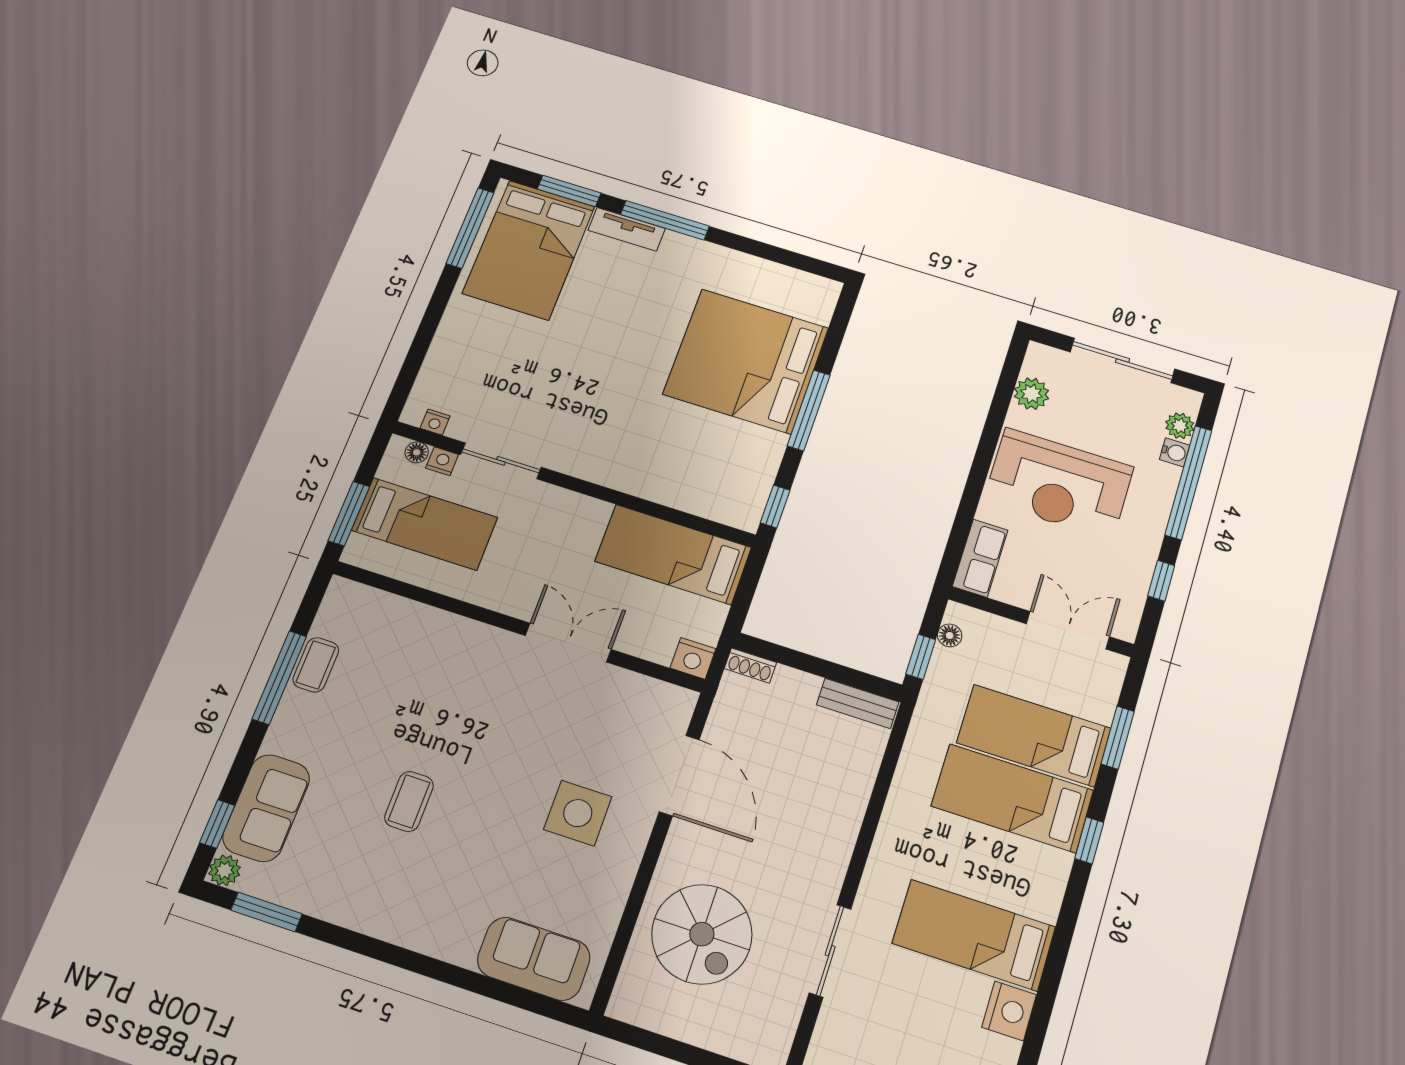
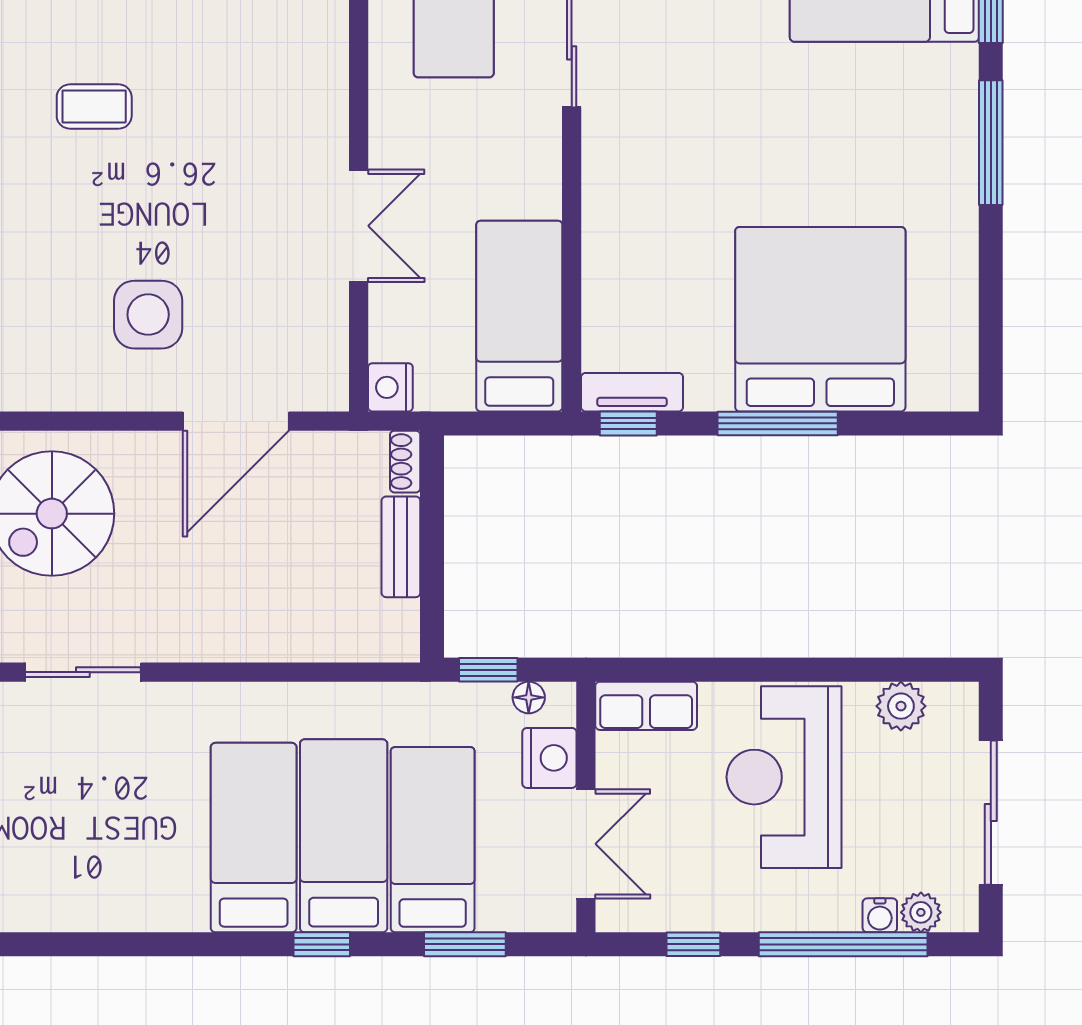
tv unit: (627, 229) -> (632, 392), moved, turned 90
bench: (858, 703) -> (401, 547), moved
bed: (974, 935) -> (254, 838), moved
nightstand: (1009, 1011) -> (549, 758), moved, turned -90

